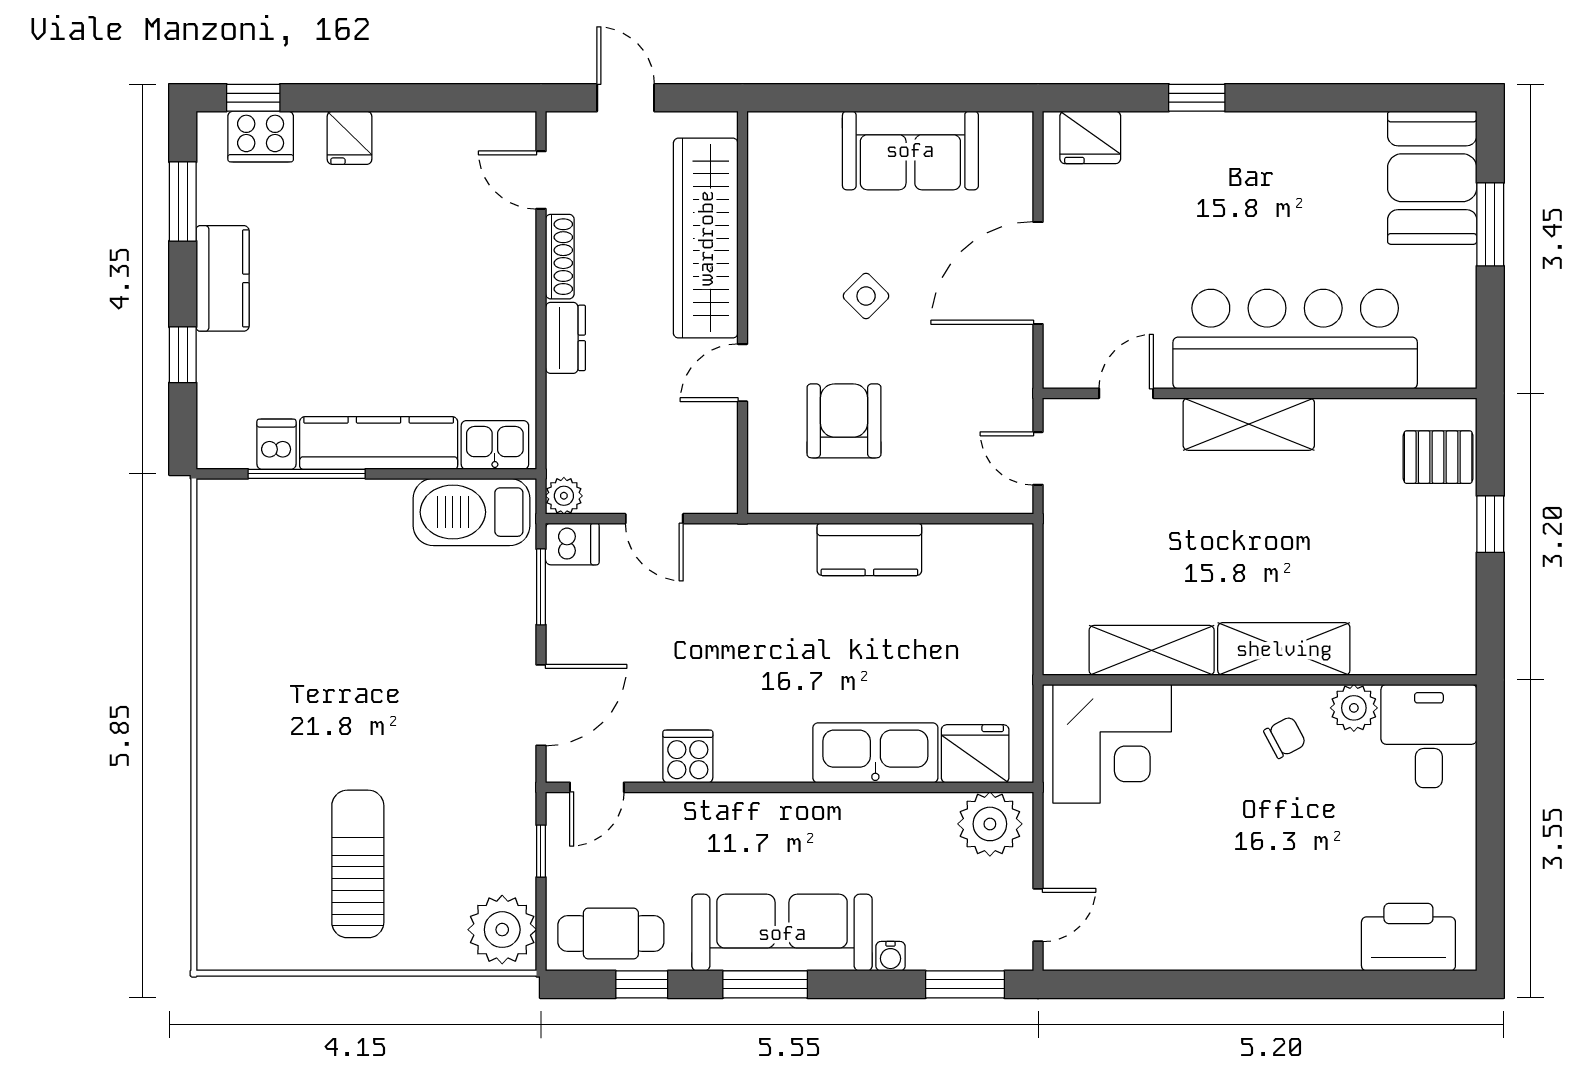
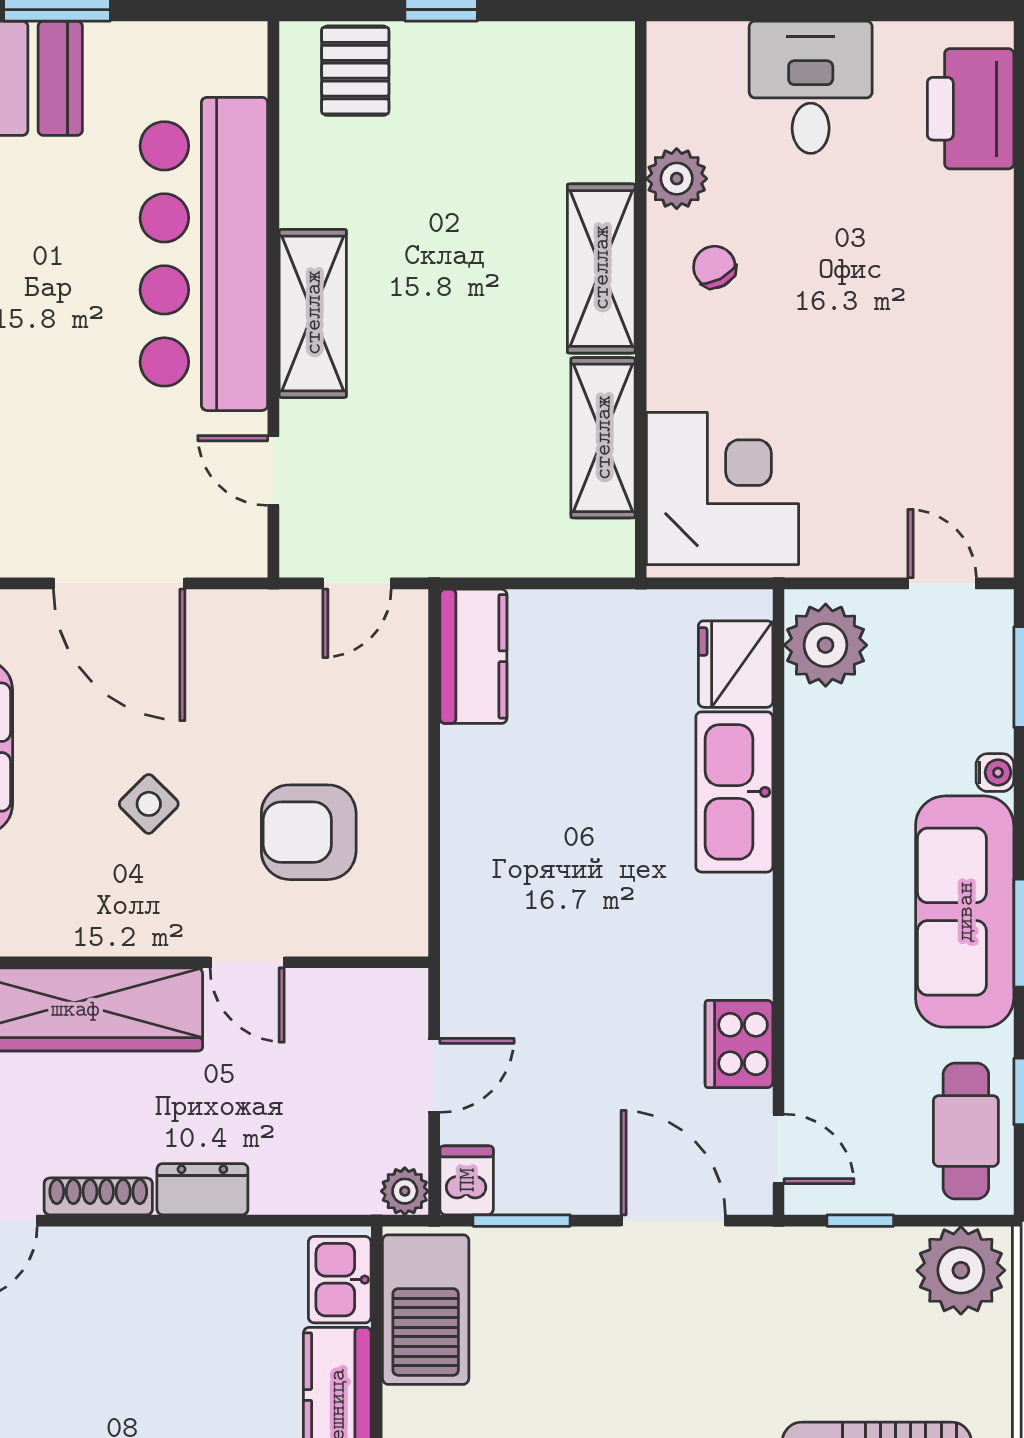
kitchen counter: (869, 549) -> (473, 656), moved
desk: (1429, 736) -> (811, 87), moved, turned 90
cooker: (688, 756) -> (739, 1044), width x1.36

